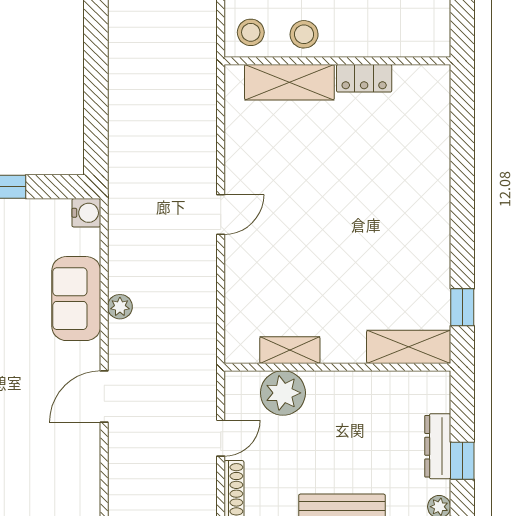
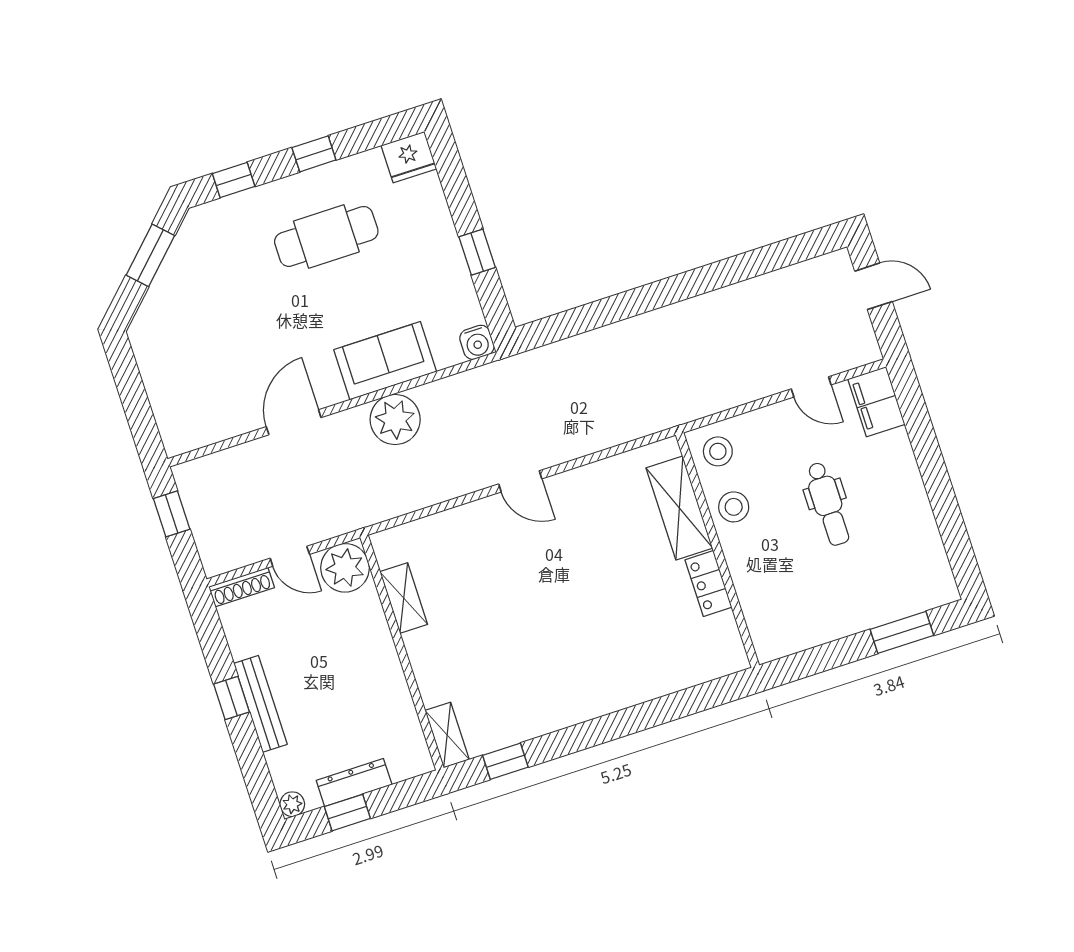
plant: (120, 307) -> (395, 420), width x1.87, depth x1.87
shelving: (409, 347) -> (447, 735), width x0.67, depth x0.75
plant: (283, 393) -> (345, 568), moved
door: (104, 396) -> (294, 422), hinge flipped

